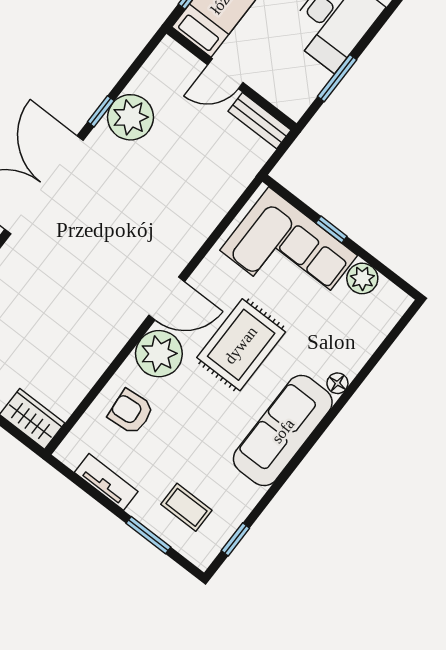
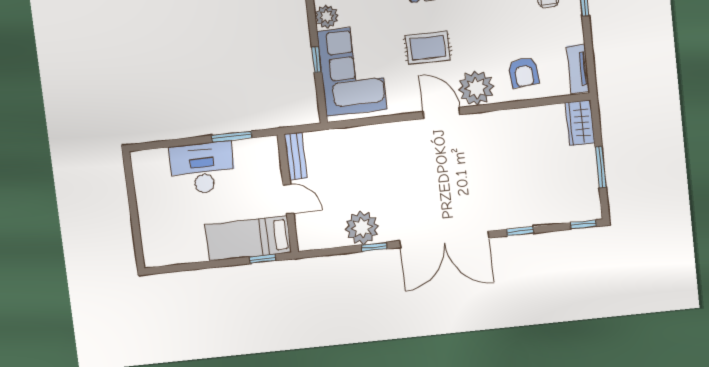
rug: (241, 345) -> (428, 48), width x0.73, depth x0.70
tv unit: (106, 482) -> (578, 69), moved

